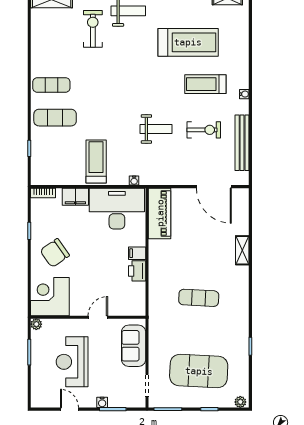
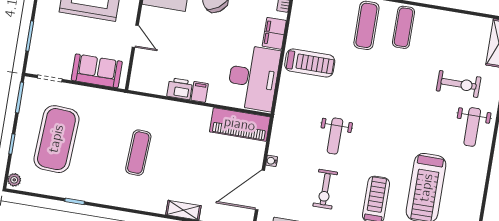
water cooler: (134, 181) -> (272, 161), moved
water cooler: (102, 402) -> (39, 25), removed

